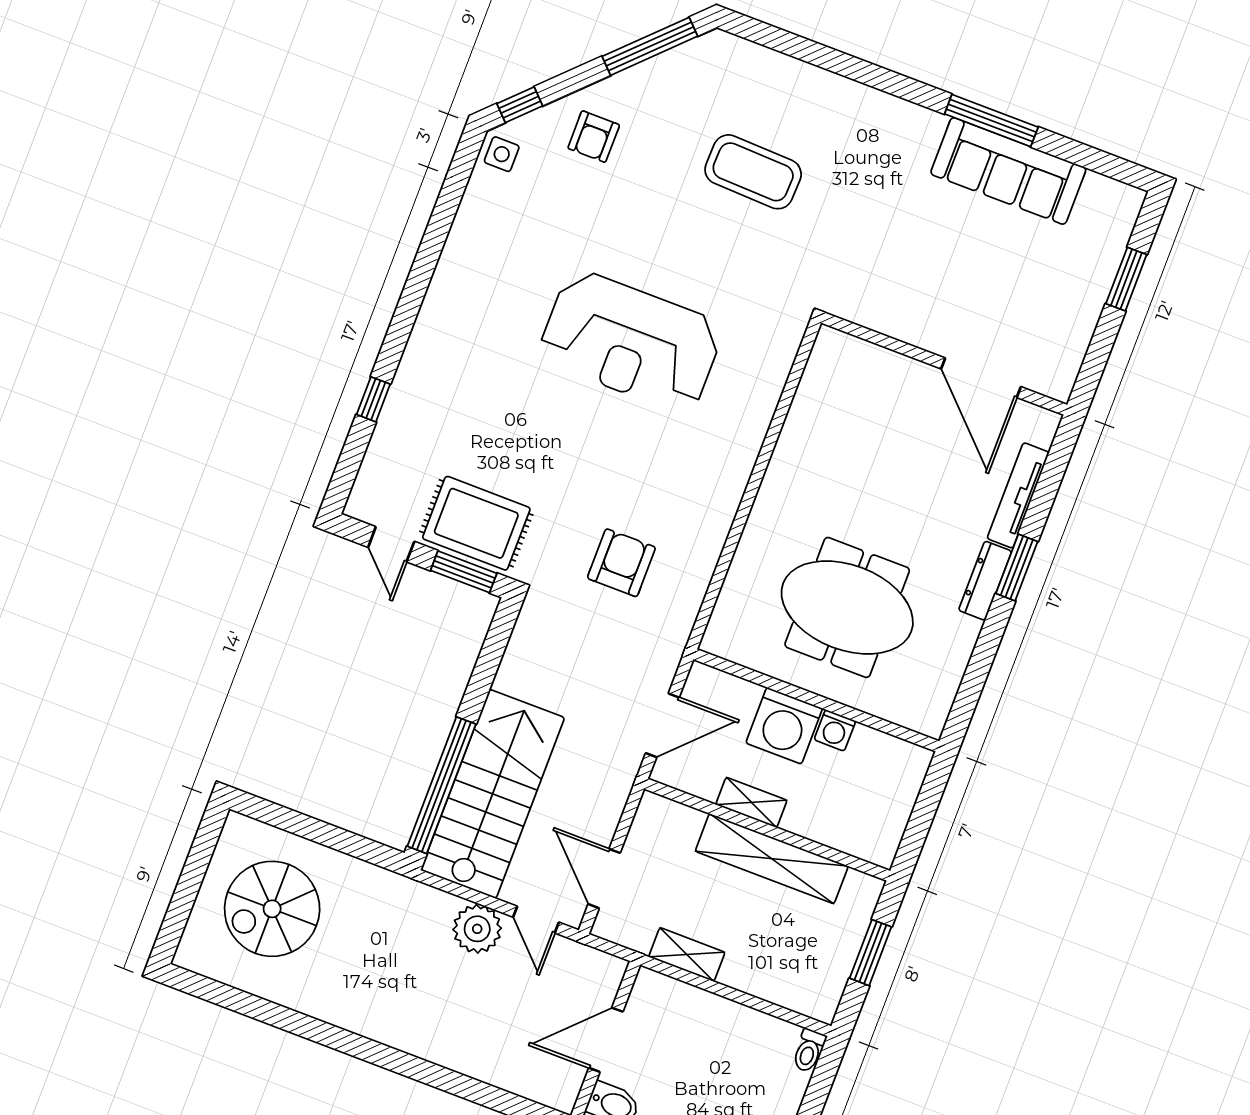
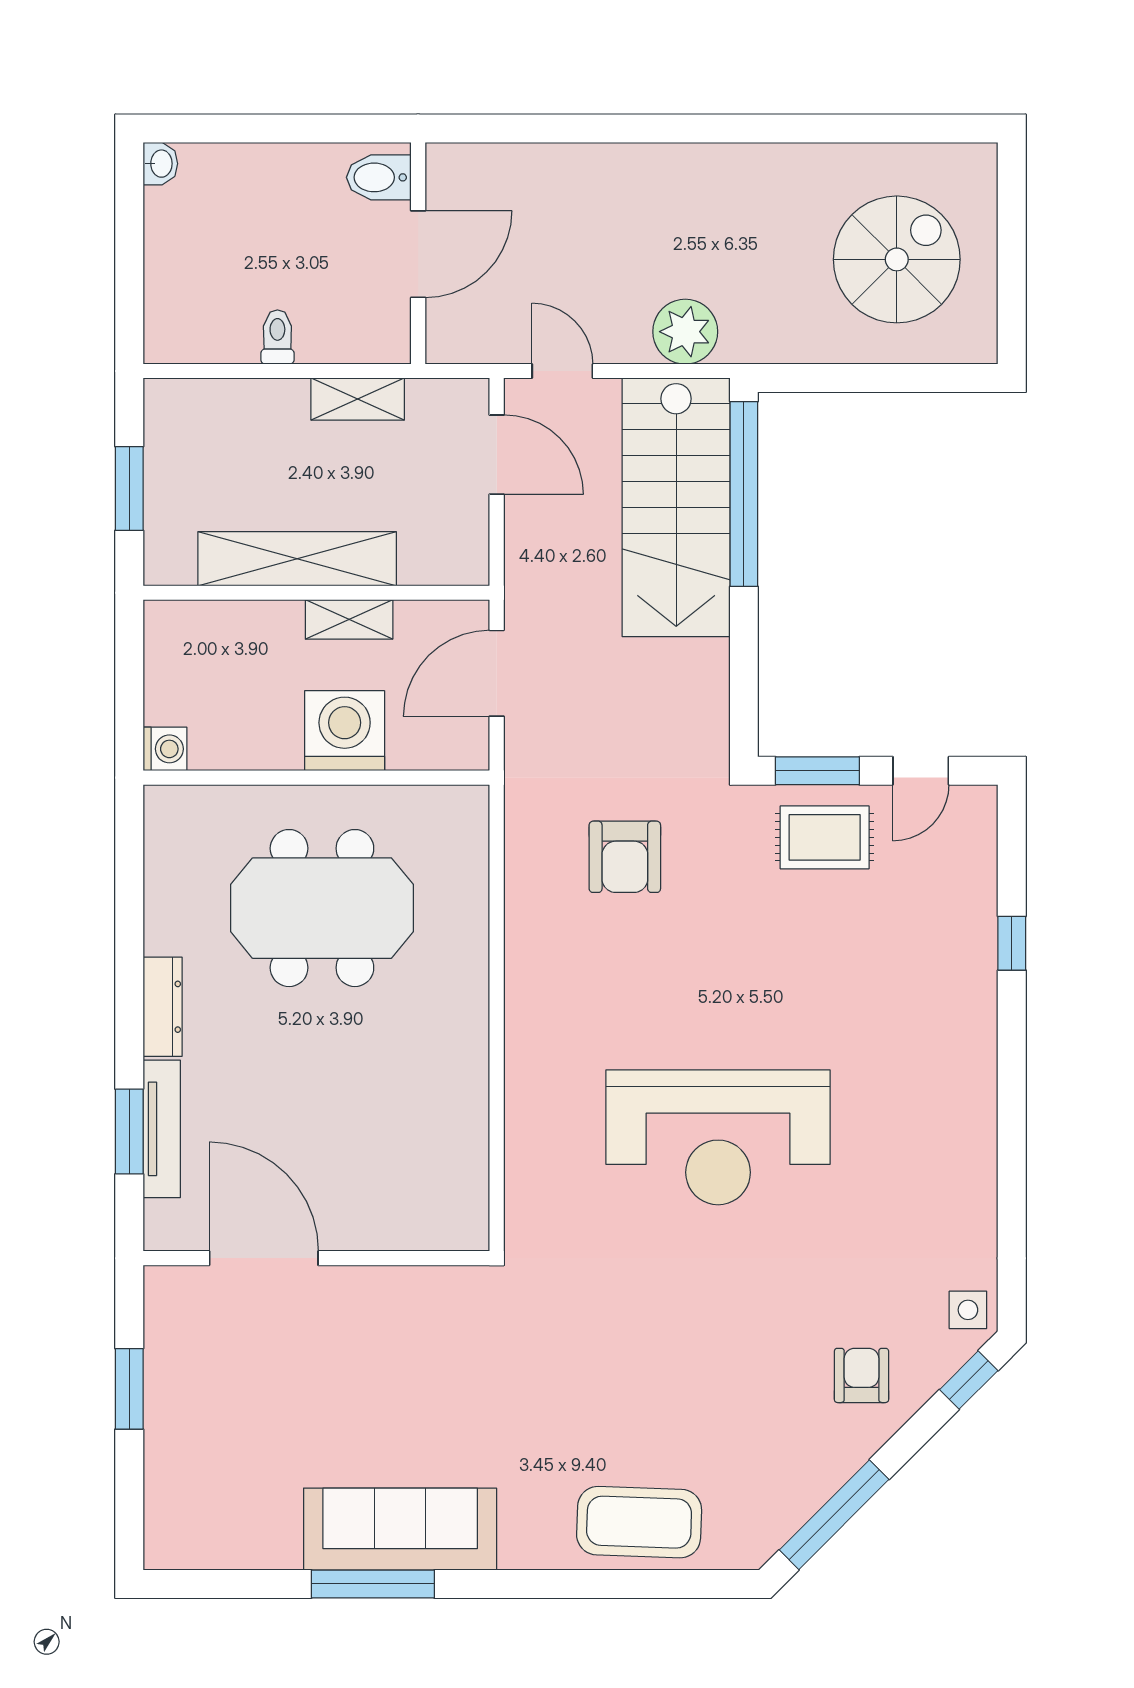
sofa: (1008, 171) -> (400, 1529), moved
coffee table: (753, 172) -> (639, 1522), moved
window: (1126, 279) -> (129, 1389), moved
reception desk: (631, 341) -> (718, 1137), turned 180
rug: (476, 523) -> (825, 837), width x0.73, depth x0.70
door: (391, 544) -> (921, 771), swing flipped
window: (1017, 568) -> (129, 1132), moved
washing machine: (835, 730) -> (165, 749), moved, turned 90
plant: (477, 929) -> (685, 332), moved
toilet: (809, 1051) -> (277, 337), moved

